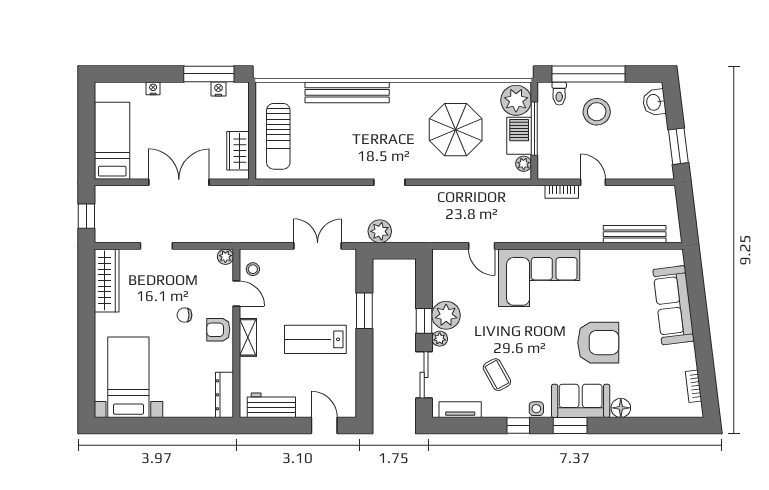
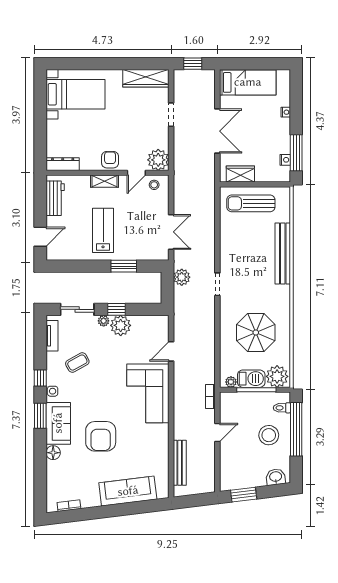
bookcase: (562, 192) -> (210, 396), moved
plant: (225, 257) -> (158, 160), width x1.87, depth x1.87
chair: (184, 315) -> (121, 135), removed

